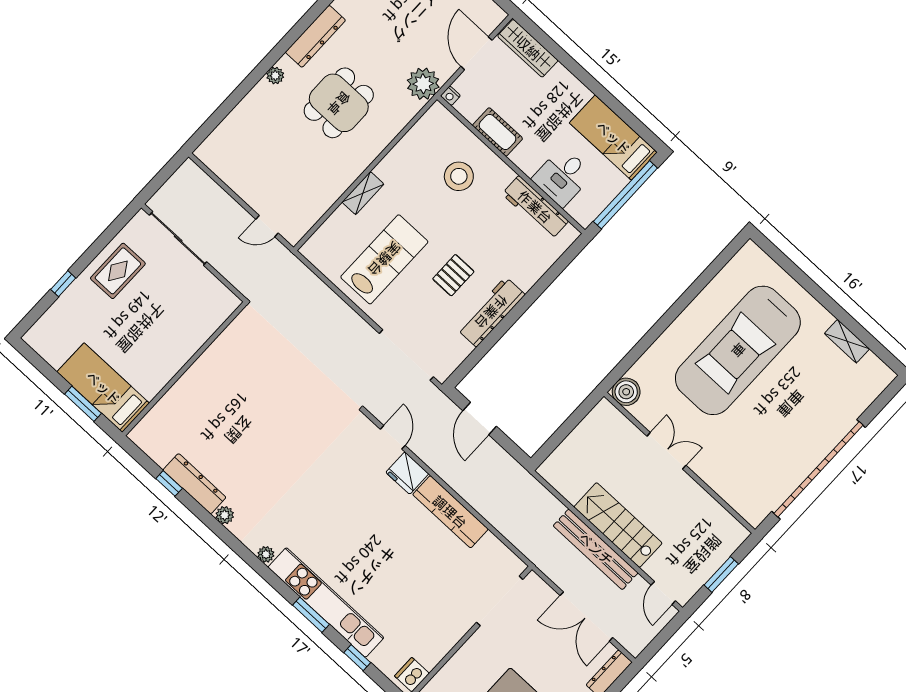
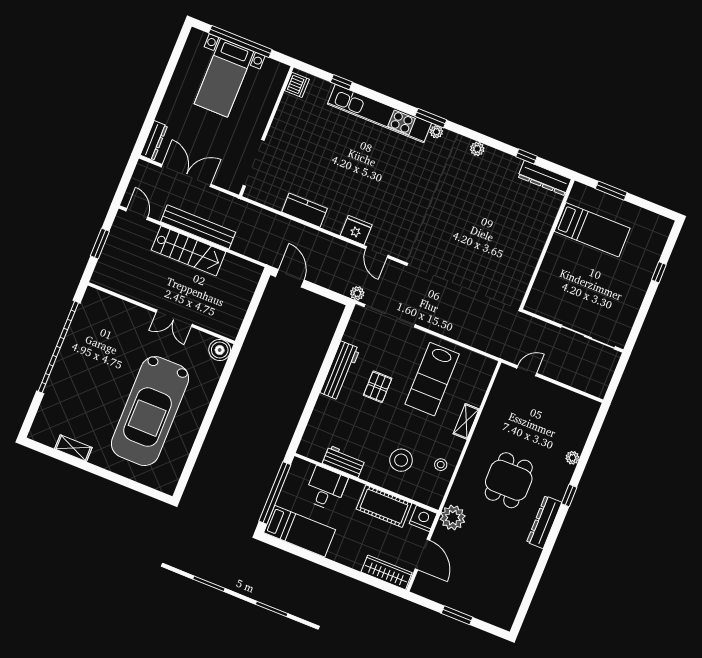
window: (273, 57) -> (569, 496), added
plant: (275, 76) -> (572, 458), moved
nightstand: (450, 96) -> (423, 518), width x1.89, depth x1.79
cot: (498, 132) -> (384, 506), width x1.37, depth x1.34
stool: (413, 153) -> (441, 465), added
workbench: (535, 207) -> (344, 461), width x0.73
rug: (118, 271) -> (623, 297), removed
car: (738, 350) -> (150, 411), turned 180
bed: (103, 388) -> (592, 230), moved
plant: (435, 397) -> (357, 293), added
door: (480, 419) -> (290, 278), moved
dresser: (194, 484) -> (545, 178), moved
kitchen counter: (450, 512) -> (305, 210), width x0.67
window: (311, 615) -> (431, 118), moved

